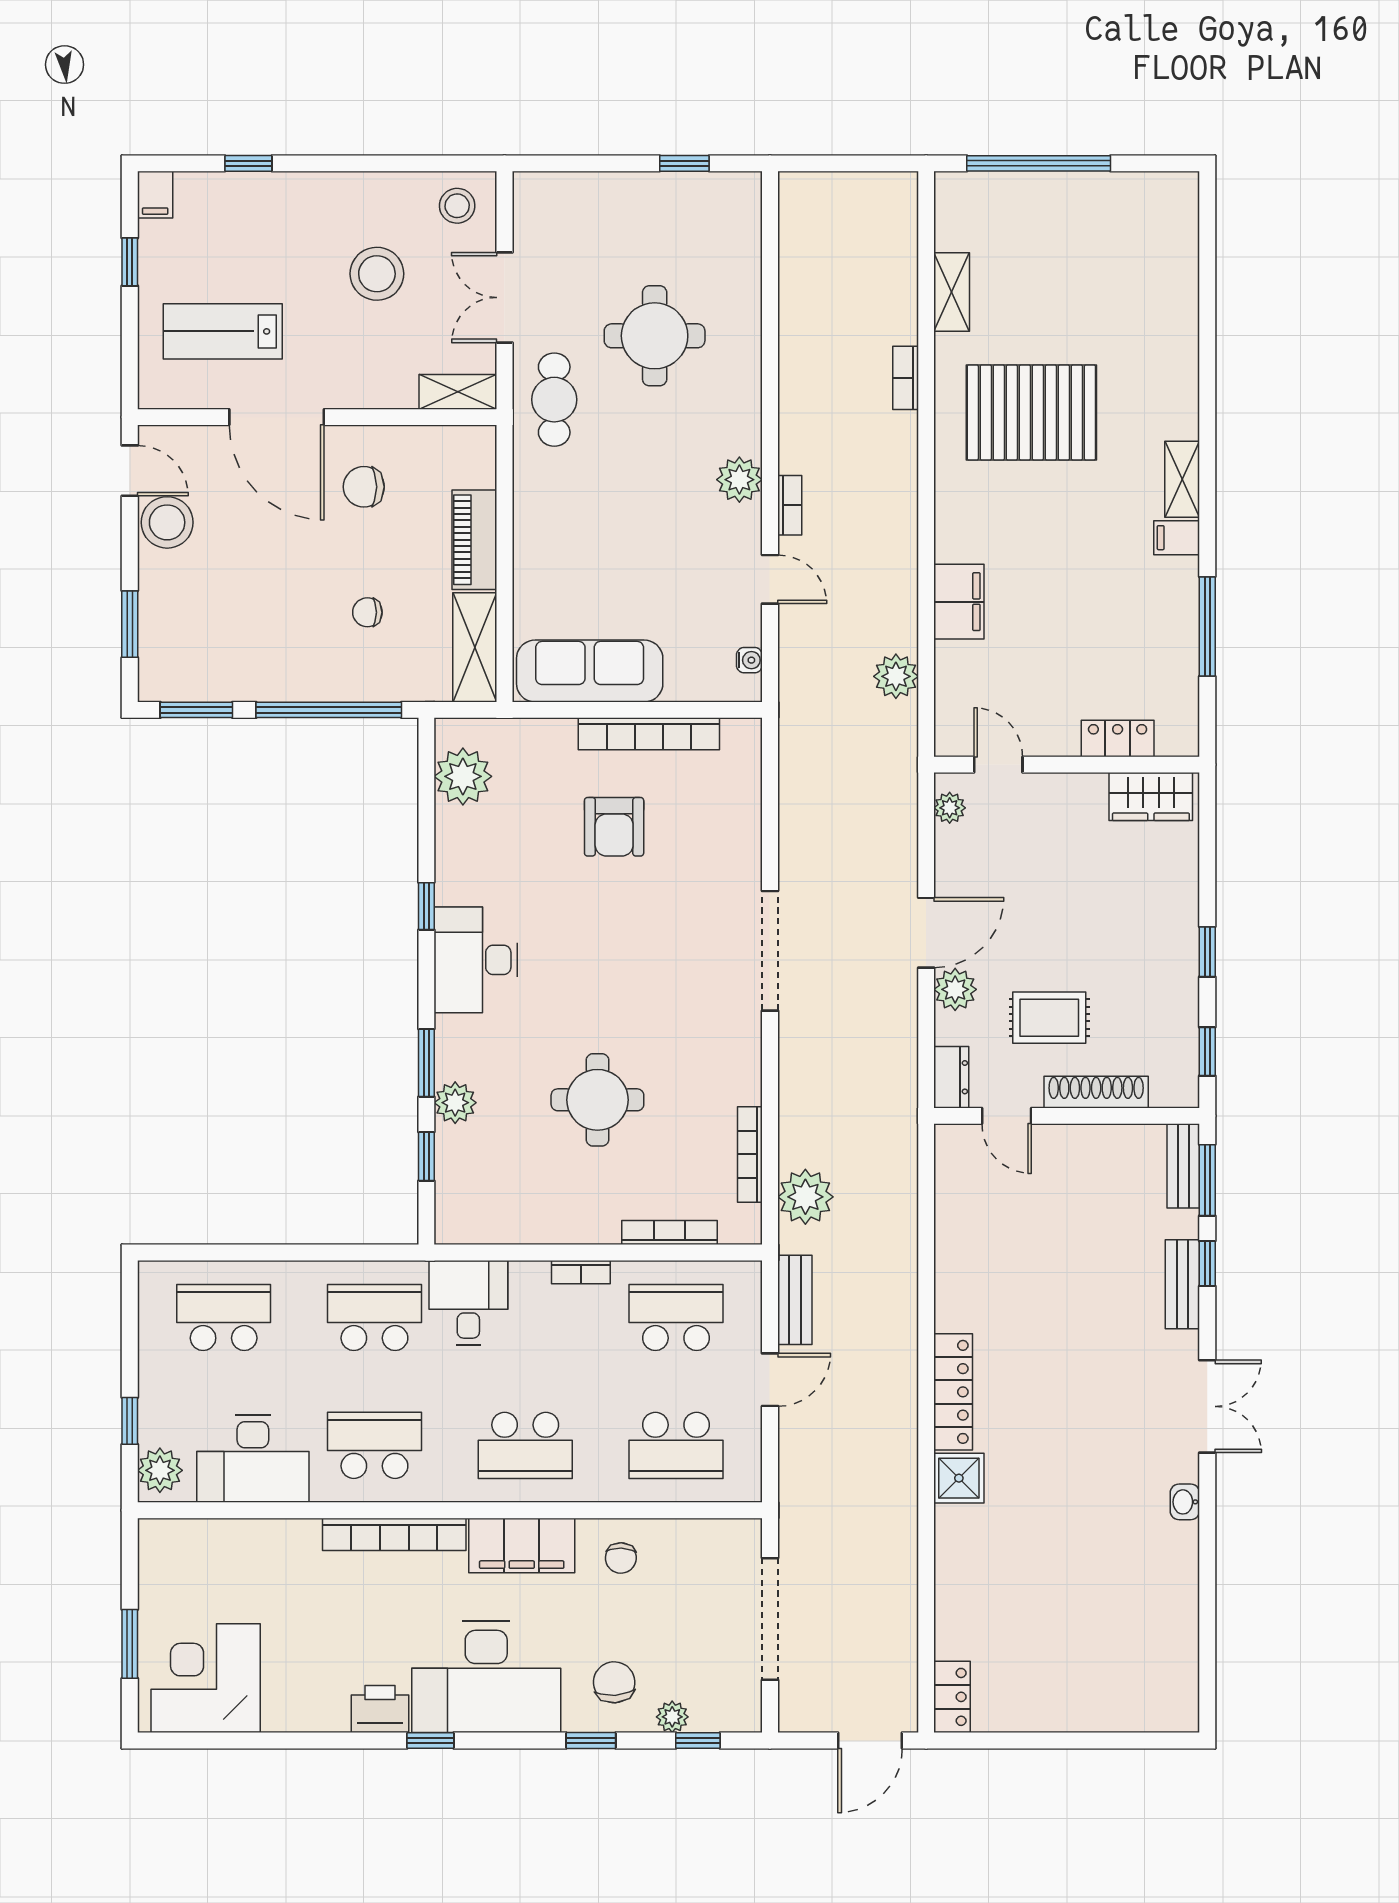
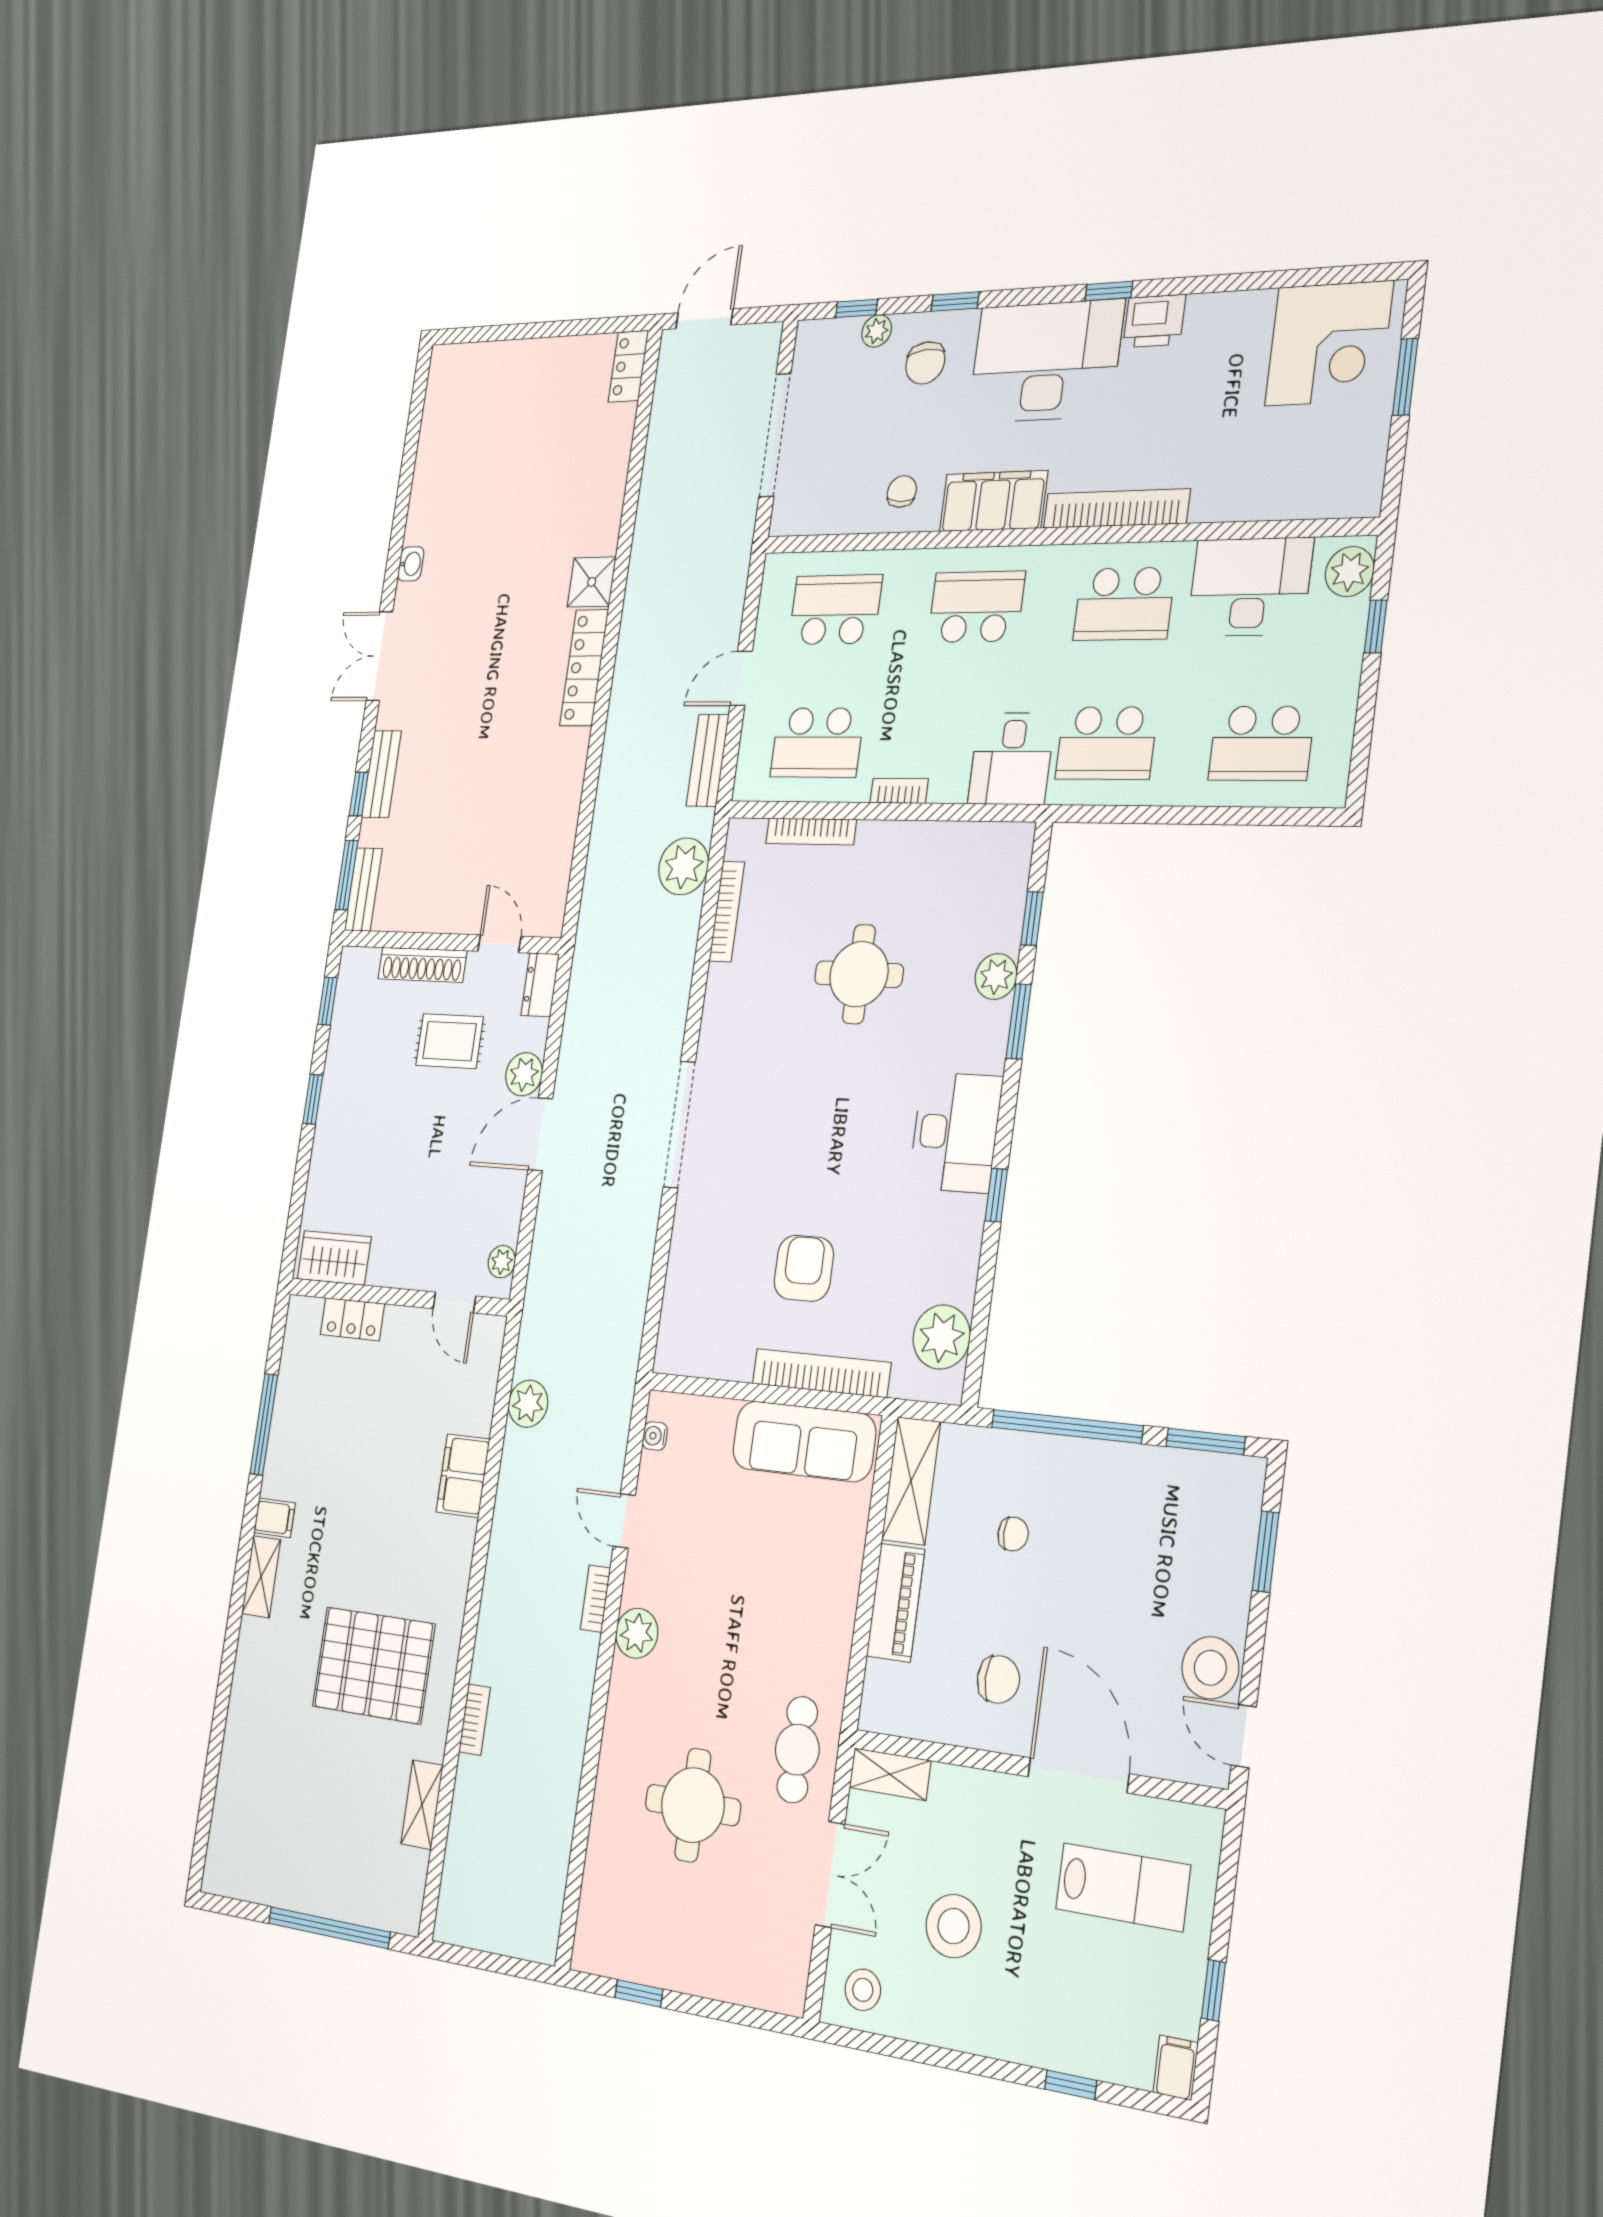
bookcase: (649, 734) -> (821, 1373), moved

